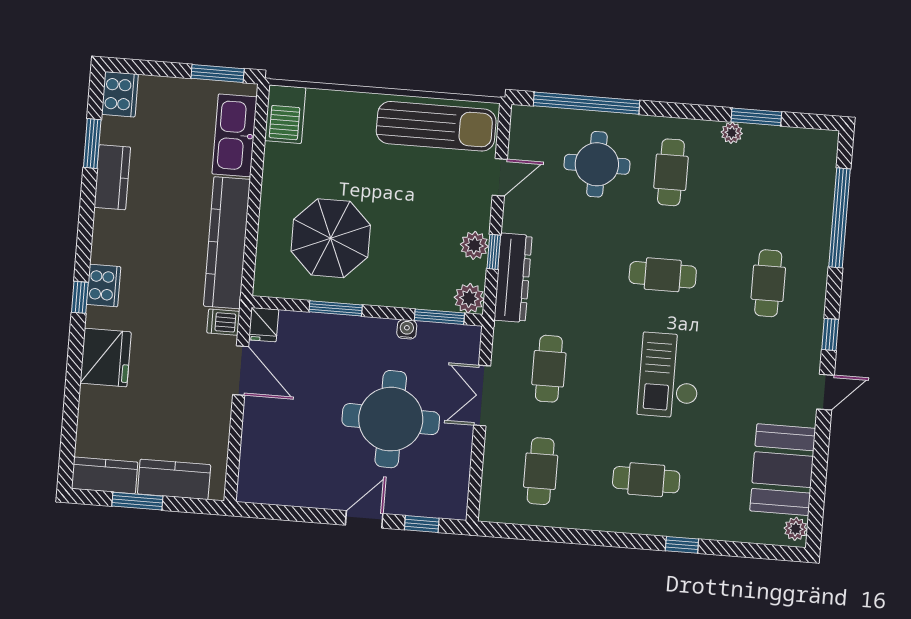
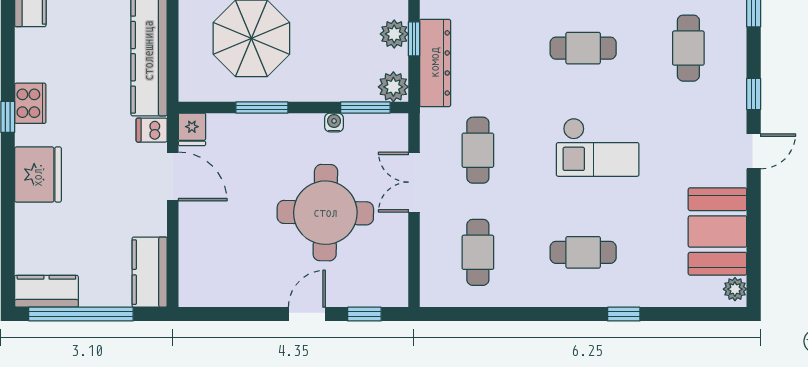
checkout: (669, 375) -> (598, 147), turned -90
kitchen counter: (174, 479) -> (150, 272), moved, turned -90
window: (137, 501) -> (81, 314), width x2.11

